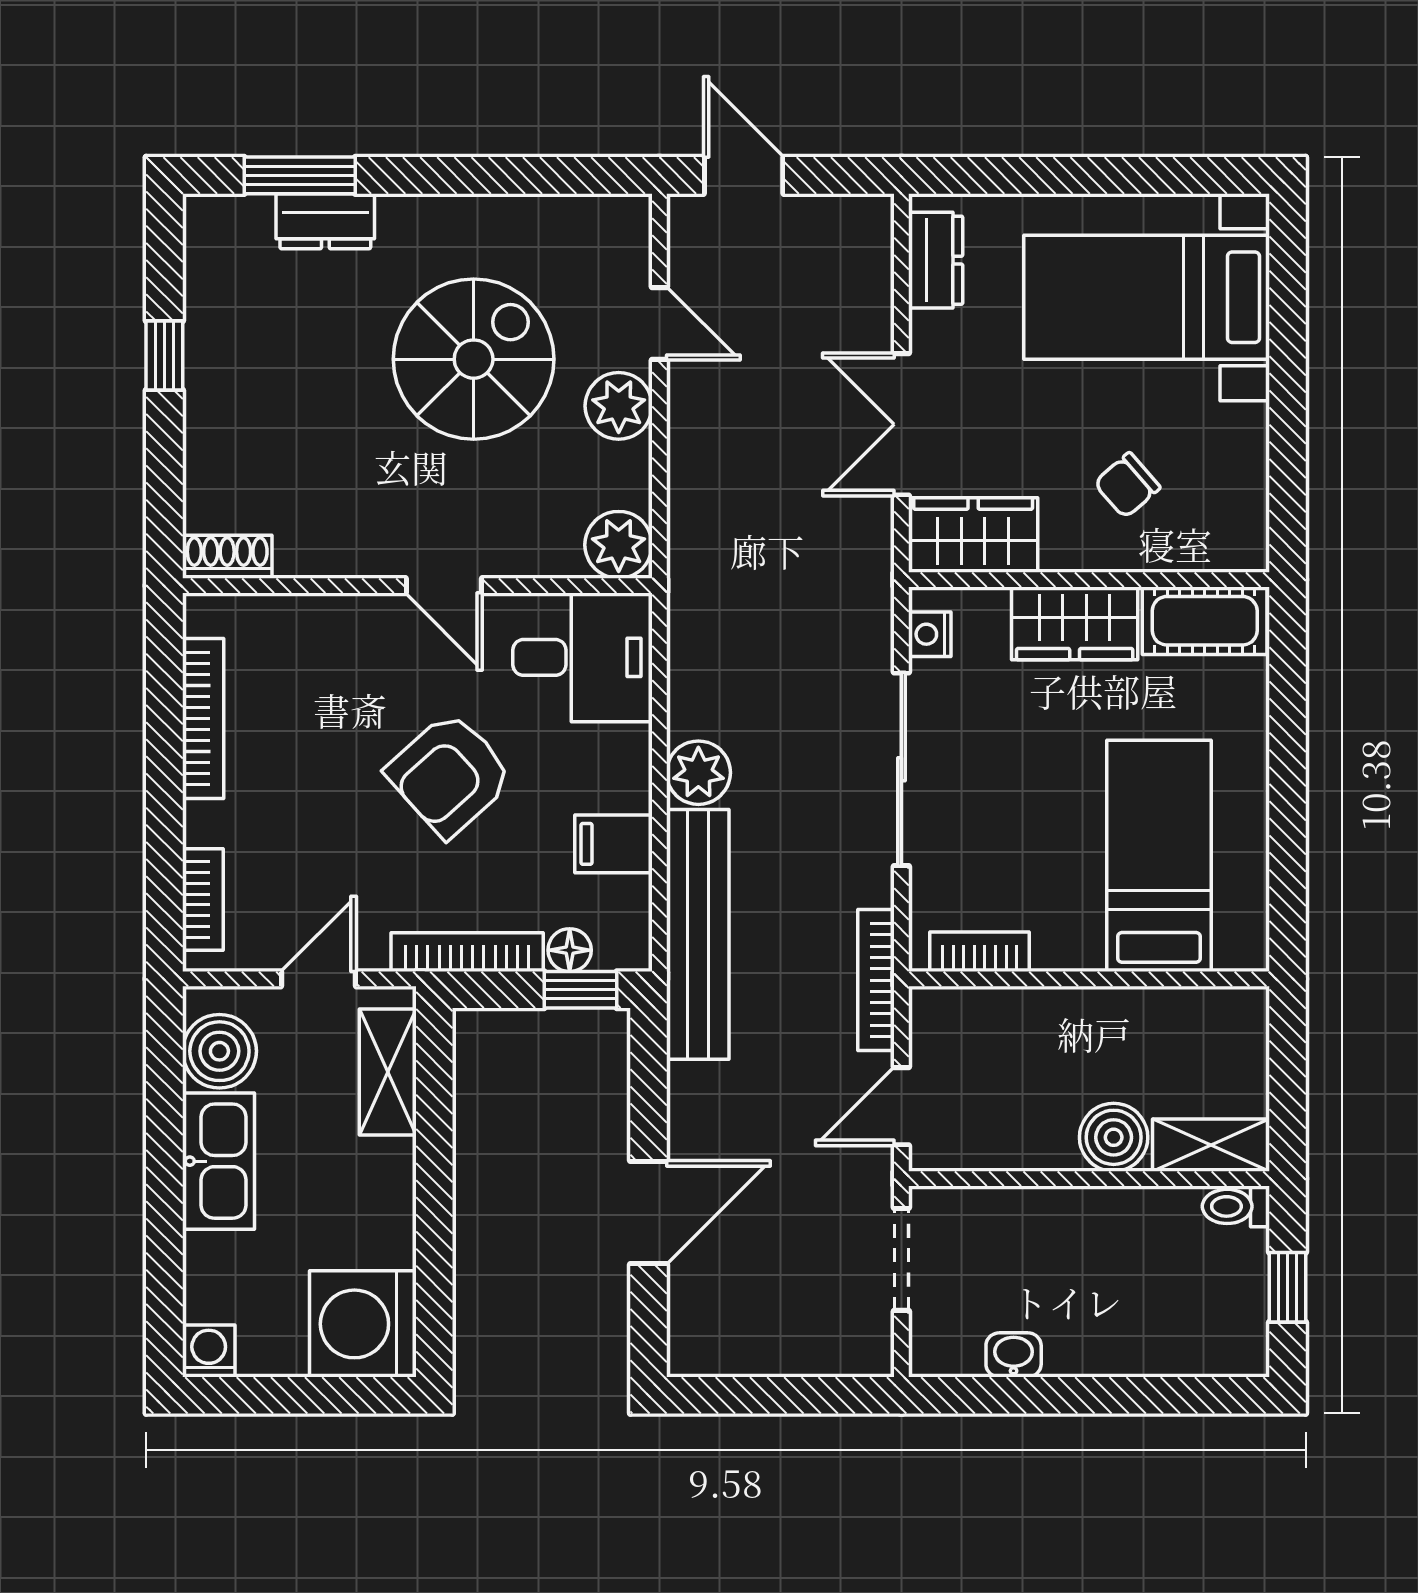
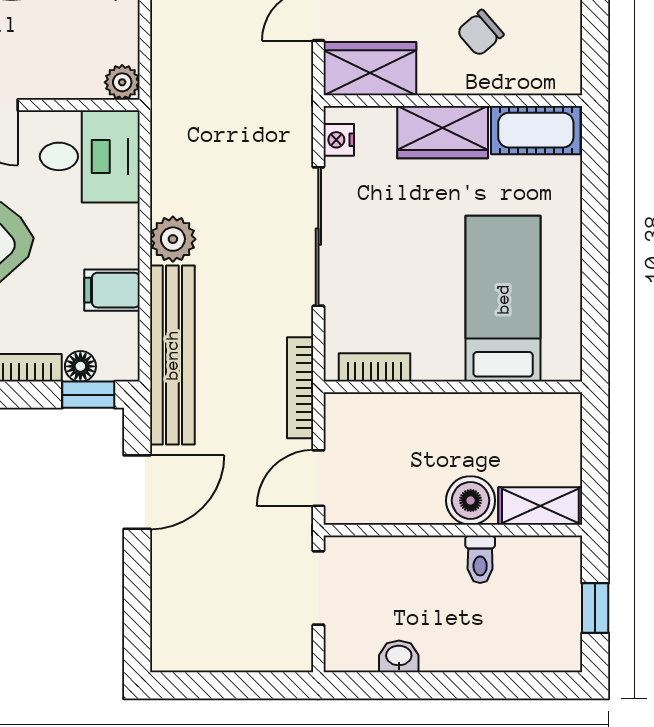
plant: (619, 545) -> (122, 82), width x0.73, depth x0.73
toilet: (1236, 1206) -> (480, 559), moved, turned -90
door: (648, 1213) -> (137, 492), moved

